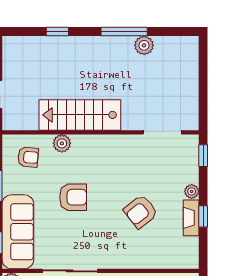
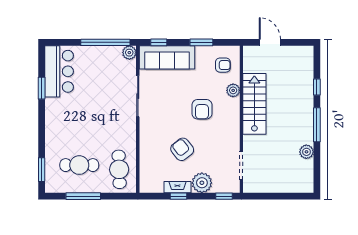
window: (124, 31) -> (317, 125), moved
armchair: (28, 157) -> (223, 65), turned -95
plant: (192, 191) -> (202, 183), width x1.87, depth x1.87
armchair: (73, 197) -> (202, 109), moved

